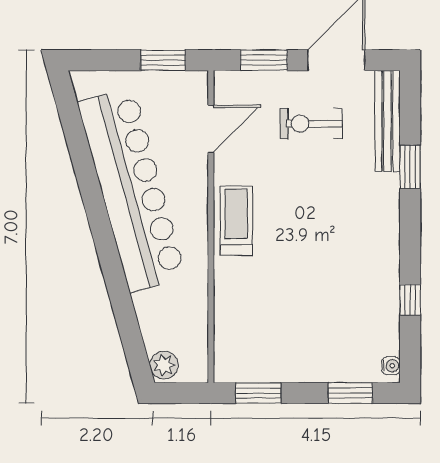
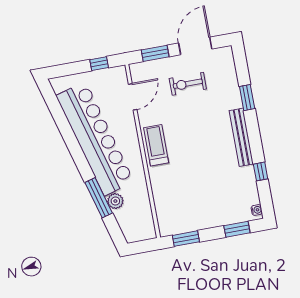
window: (163, 60) -> (99, 64), width x0.67
bench: (387, 121) -> (241, 137), moved
window: (119, 294) -> (99, 198), added
plant: (164, 365) -> (115, 201), moved

